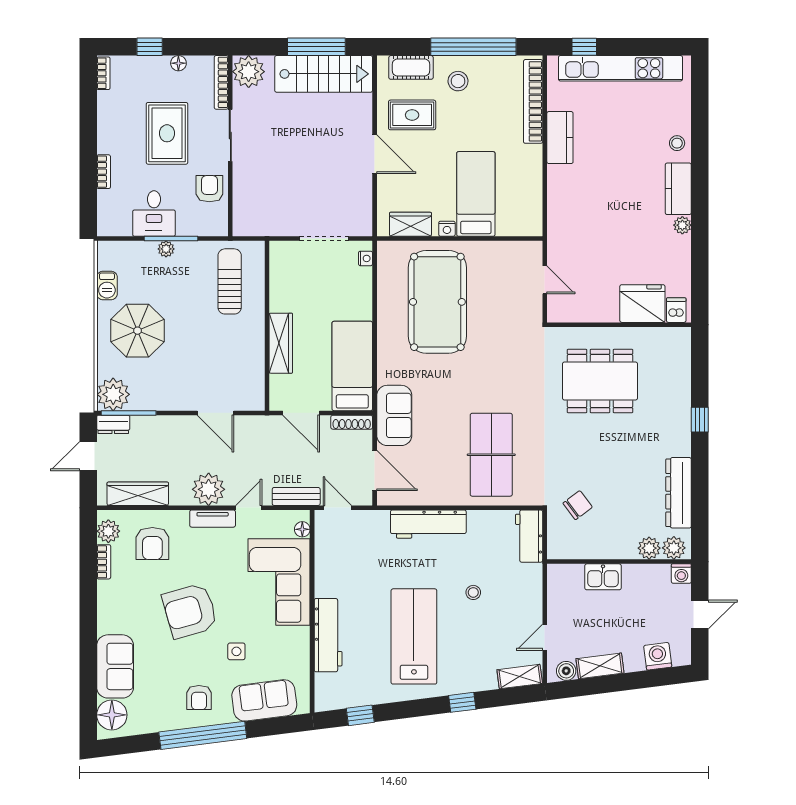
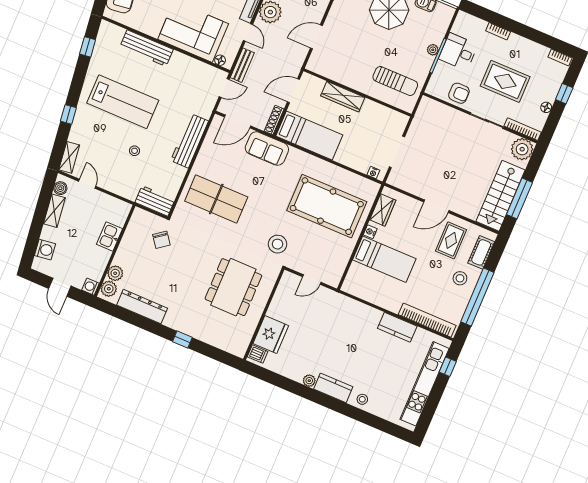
stool: (517, 346) -> (277, 244), added

